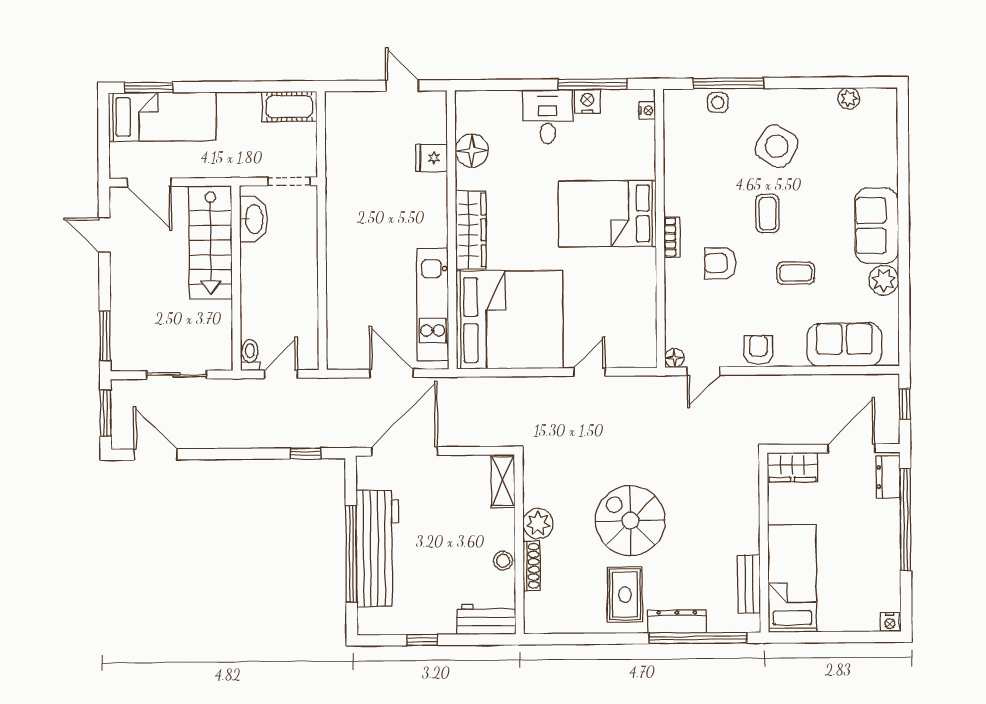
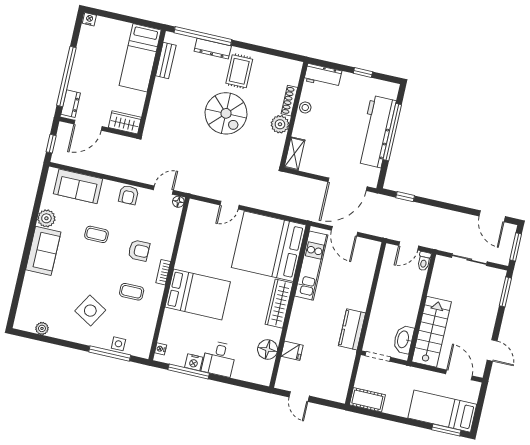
coffee table: (767, 214) -> (132, 292), moved, turned 90
kitchen counter: (342, 216) -> (352, 329), added

